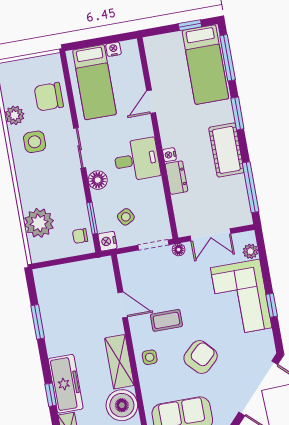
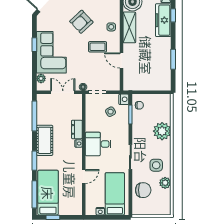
floor lamp: (98, 180) -> (123, 136), removed
plant: (39, 223) -> (162, 131), moved

